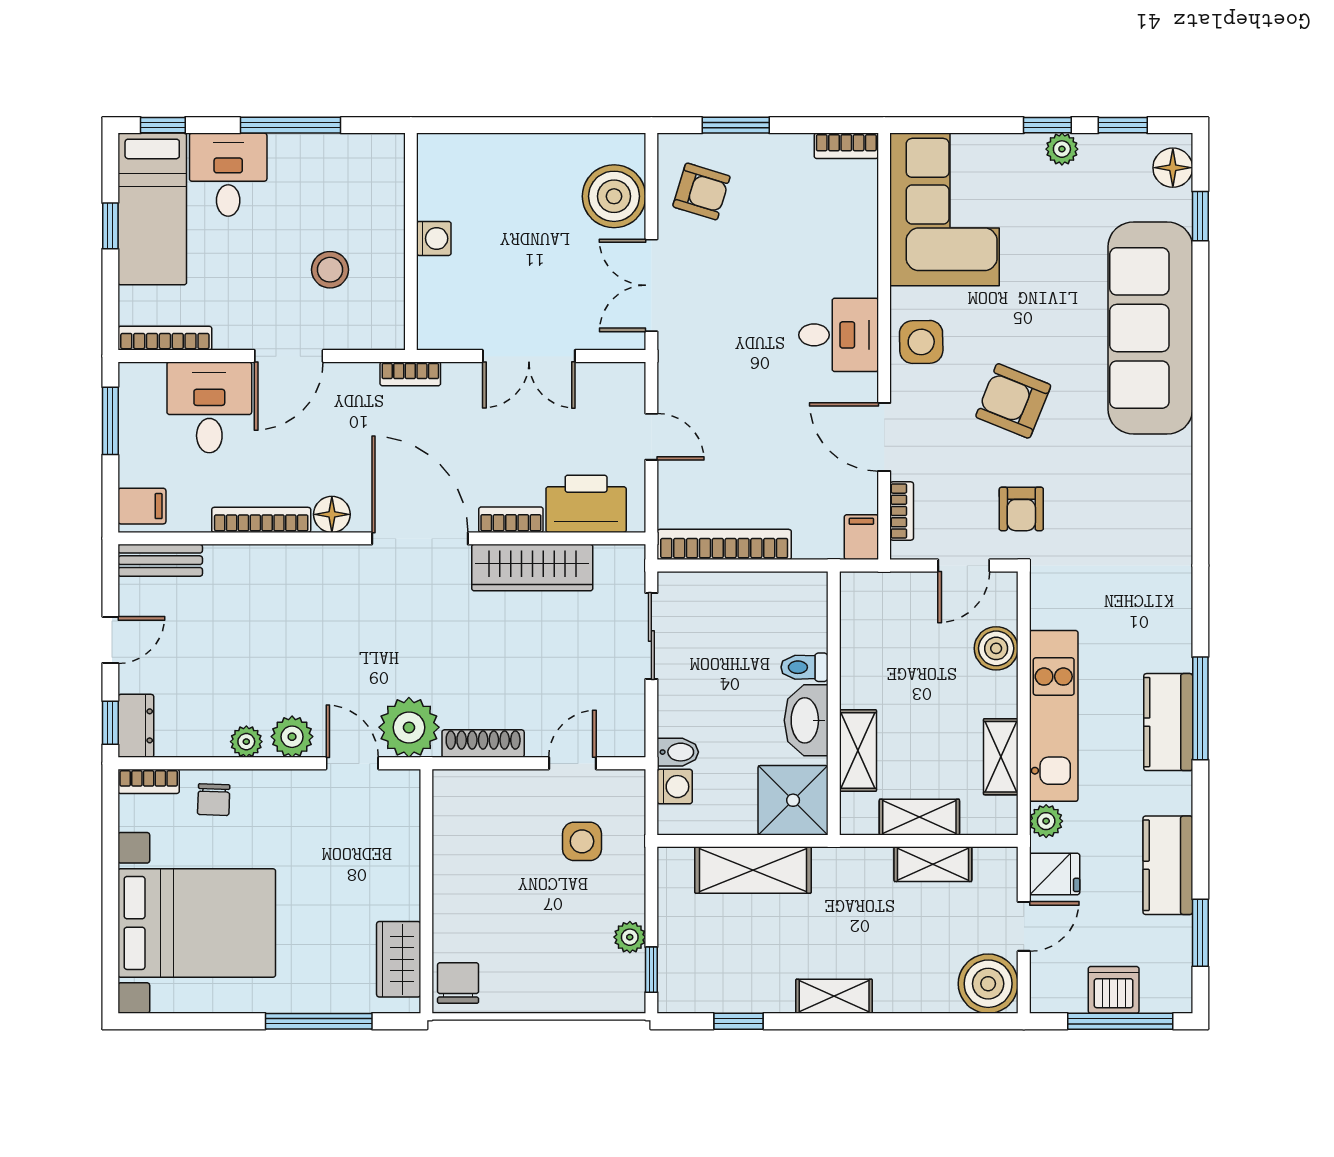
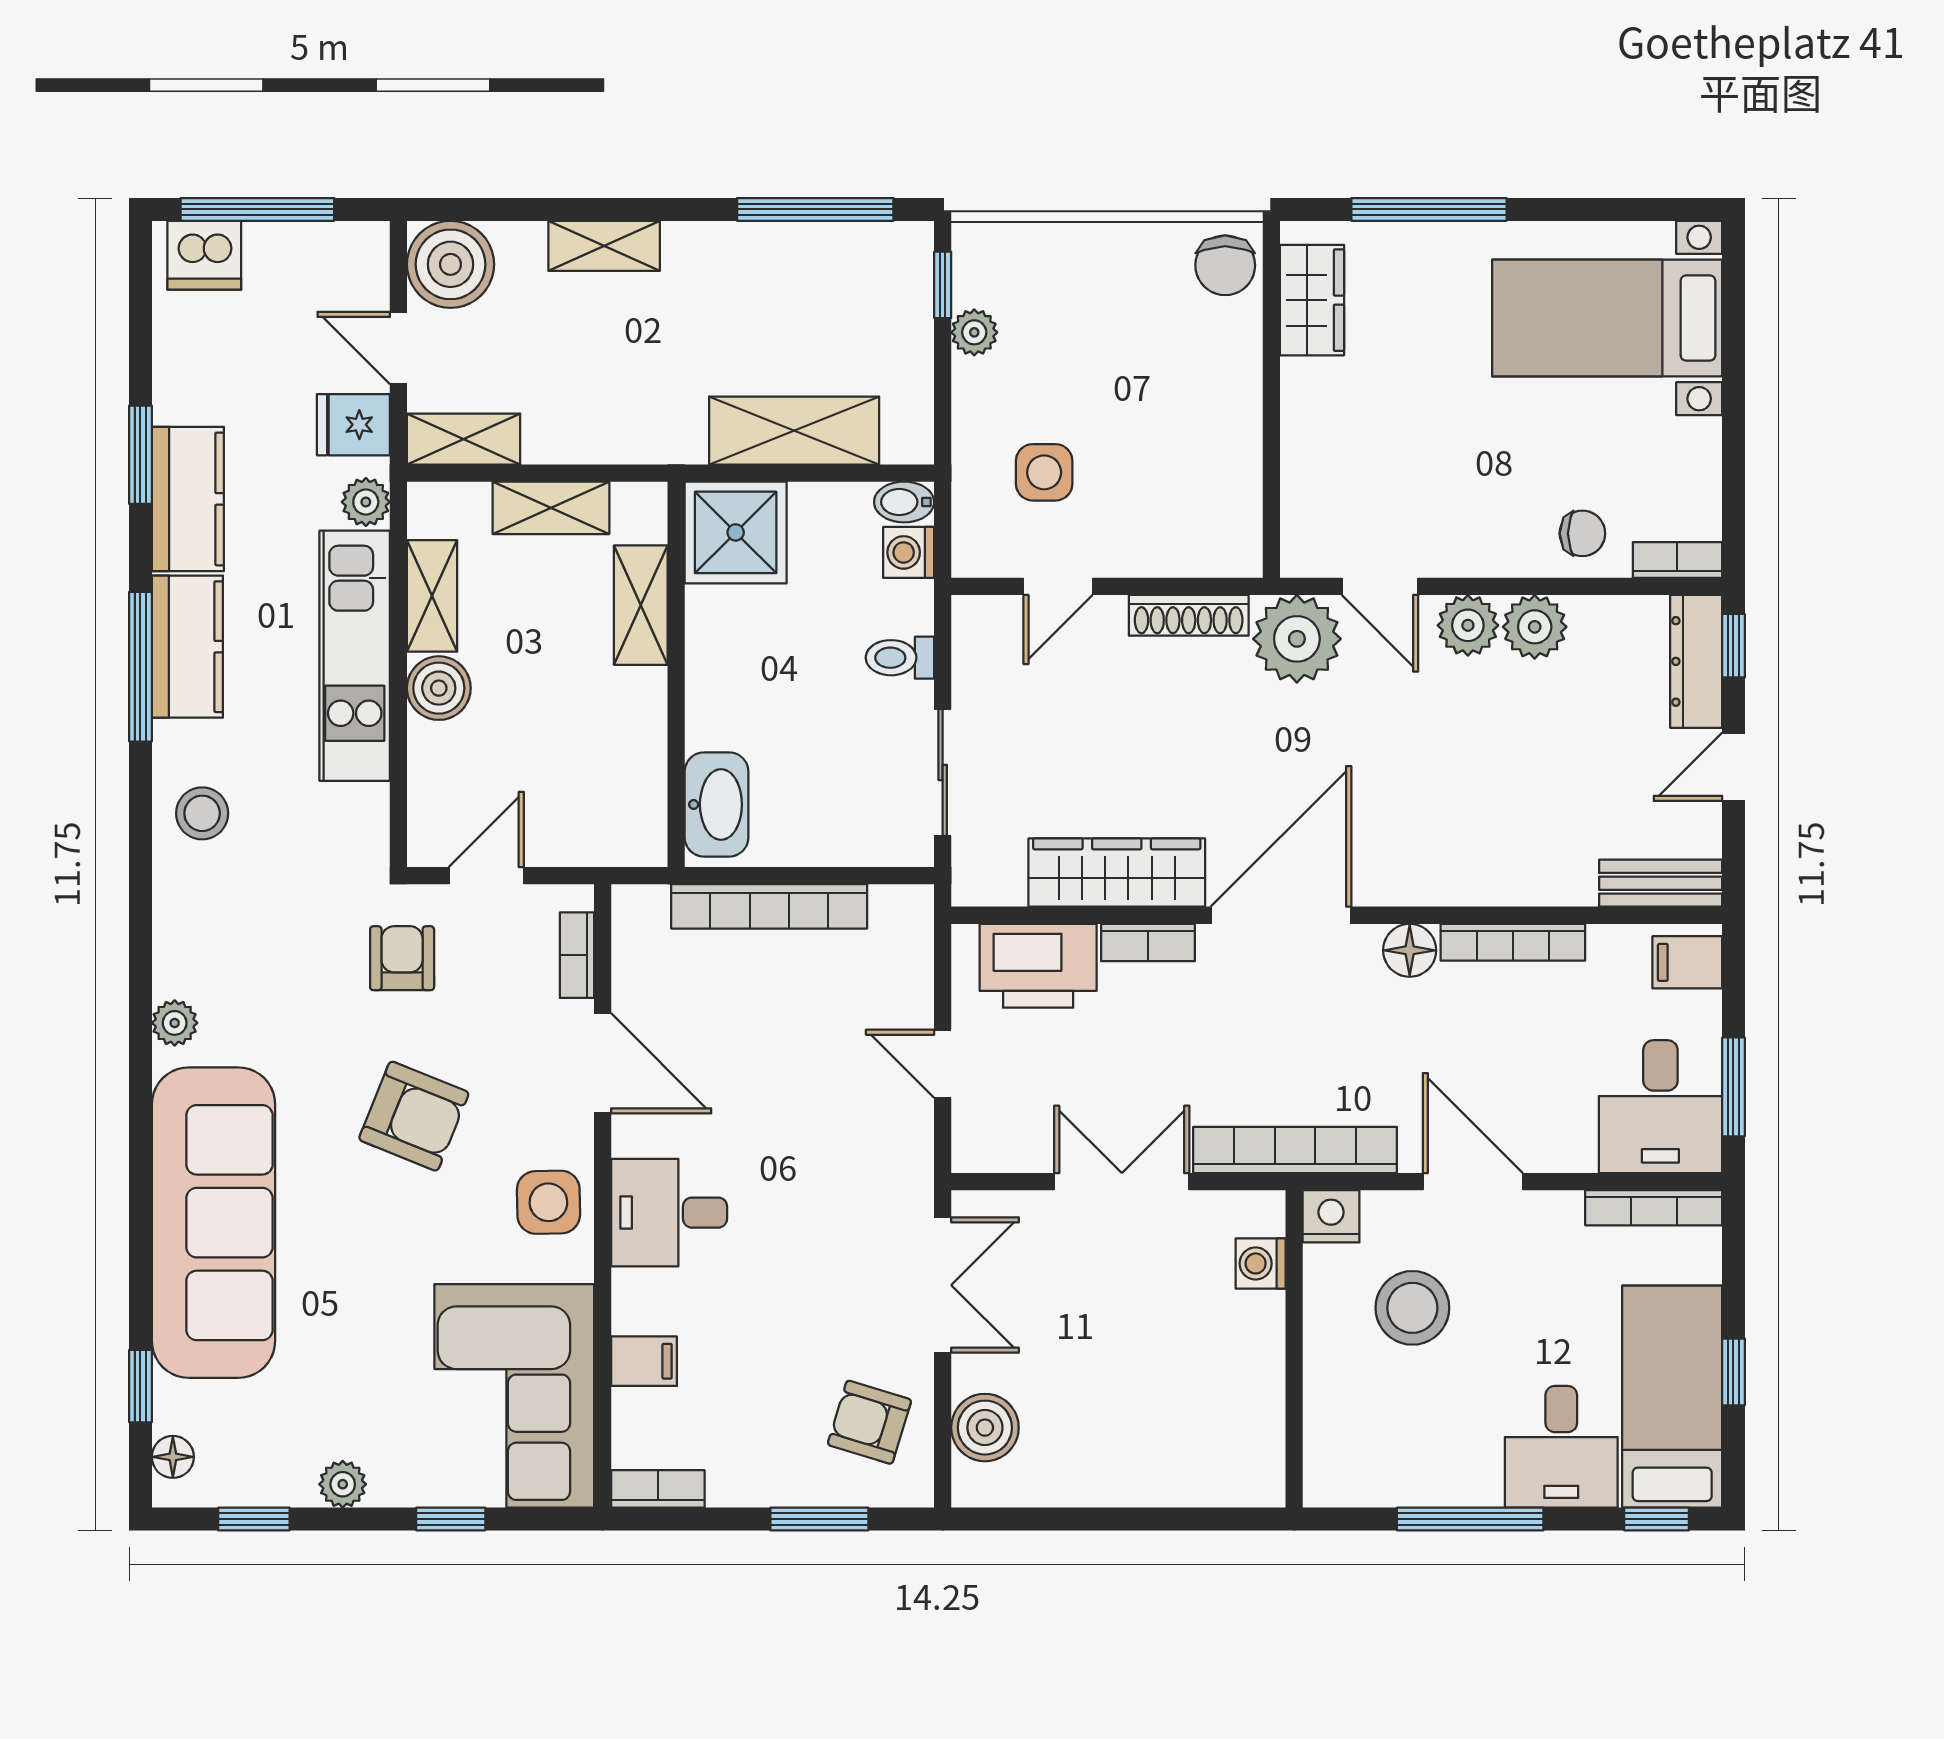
window: (1047, 125) -> (451, 1519), moved
floor lamp: (1173, 168) -> (173, 1457), width x0.73, depth x0.73
boiler: (614, 196) -> (985, 1428), width x0.73, depth x0.73
washing machine: (434, 238) -> (1261, 1263), moved
stool: (330, 270) -> (1412, 1308), width x1.38, depth x1.38
nightstand: (386, 332) -> (1331, 1216), added
door: (289, 356) -> (1473, 1182), hinge flipped
bookcase: (410, 374) -> (1295, 1150), width x2.31, depth x1.31
desk: (209, 407) -> (1660, 1107), moved
plant: (1177, 465) -> (175, 1023), added
filing cabinet: (861, 537) -> (644, 1361), moved, turned -90
door: (420, 538) -> (1281, 915), swing flipped
bookcase: (724, 544) -> (769, 906), moved
stool: (1158, 608) -> (202, 813), added
boiler: (996, 648) -> (439, 688), moved
toilet: (804, 667) -> (900, 658), moved, turned 180
washbasin: (806, 720) -> (717, 804), moved
dresser: (136, 726) -> (1696, 661), width x1.44
plant: (246, 742) -> (1535, 627), width x1.38, depth x1.38
bidet: (678, 752) -> (904, 502), moved
chair: (214, 800) -> (1582, 533), turned 88
shelving: (933, 864) -> (464, 439), moved
kitchen counter: (1168, 865) -> (188, 499), moved
bed with nightstands: (197, 923) -> (1607, 318), width x0.73
door: (1024, 926) -> (398, 348), hinge flipped
window: (1200, 933) -> (140, 455), moved
dishwasher: (1114, 990) -> (204, 255), moved
shelving: (834, 996) -> (604, 246), moved
window: (739, 1021) -> (815, 209), width x2.17

